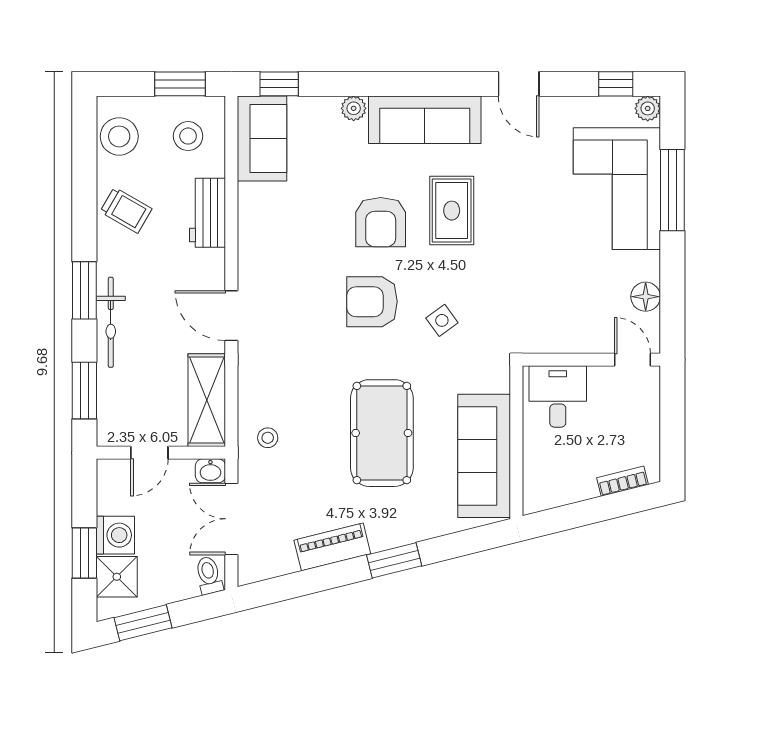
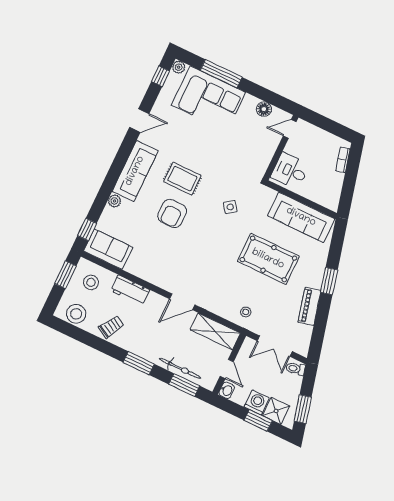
armchair: (381, 222) -> (172, 213), turned 90
armchair: (372, 302) -> (207, 235), removed
bicycle: (111, 322) -> (180, 368), moved
washbasin: (210, 471) -> (227, 390), moved

